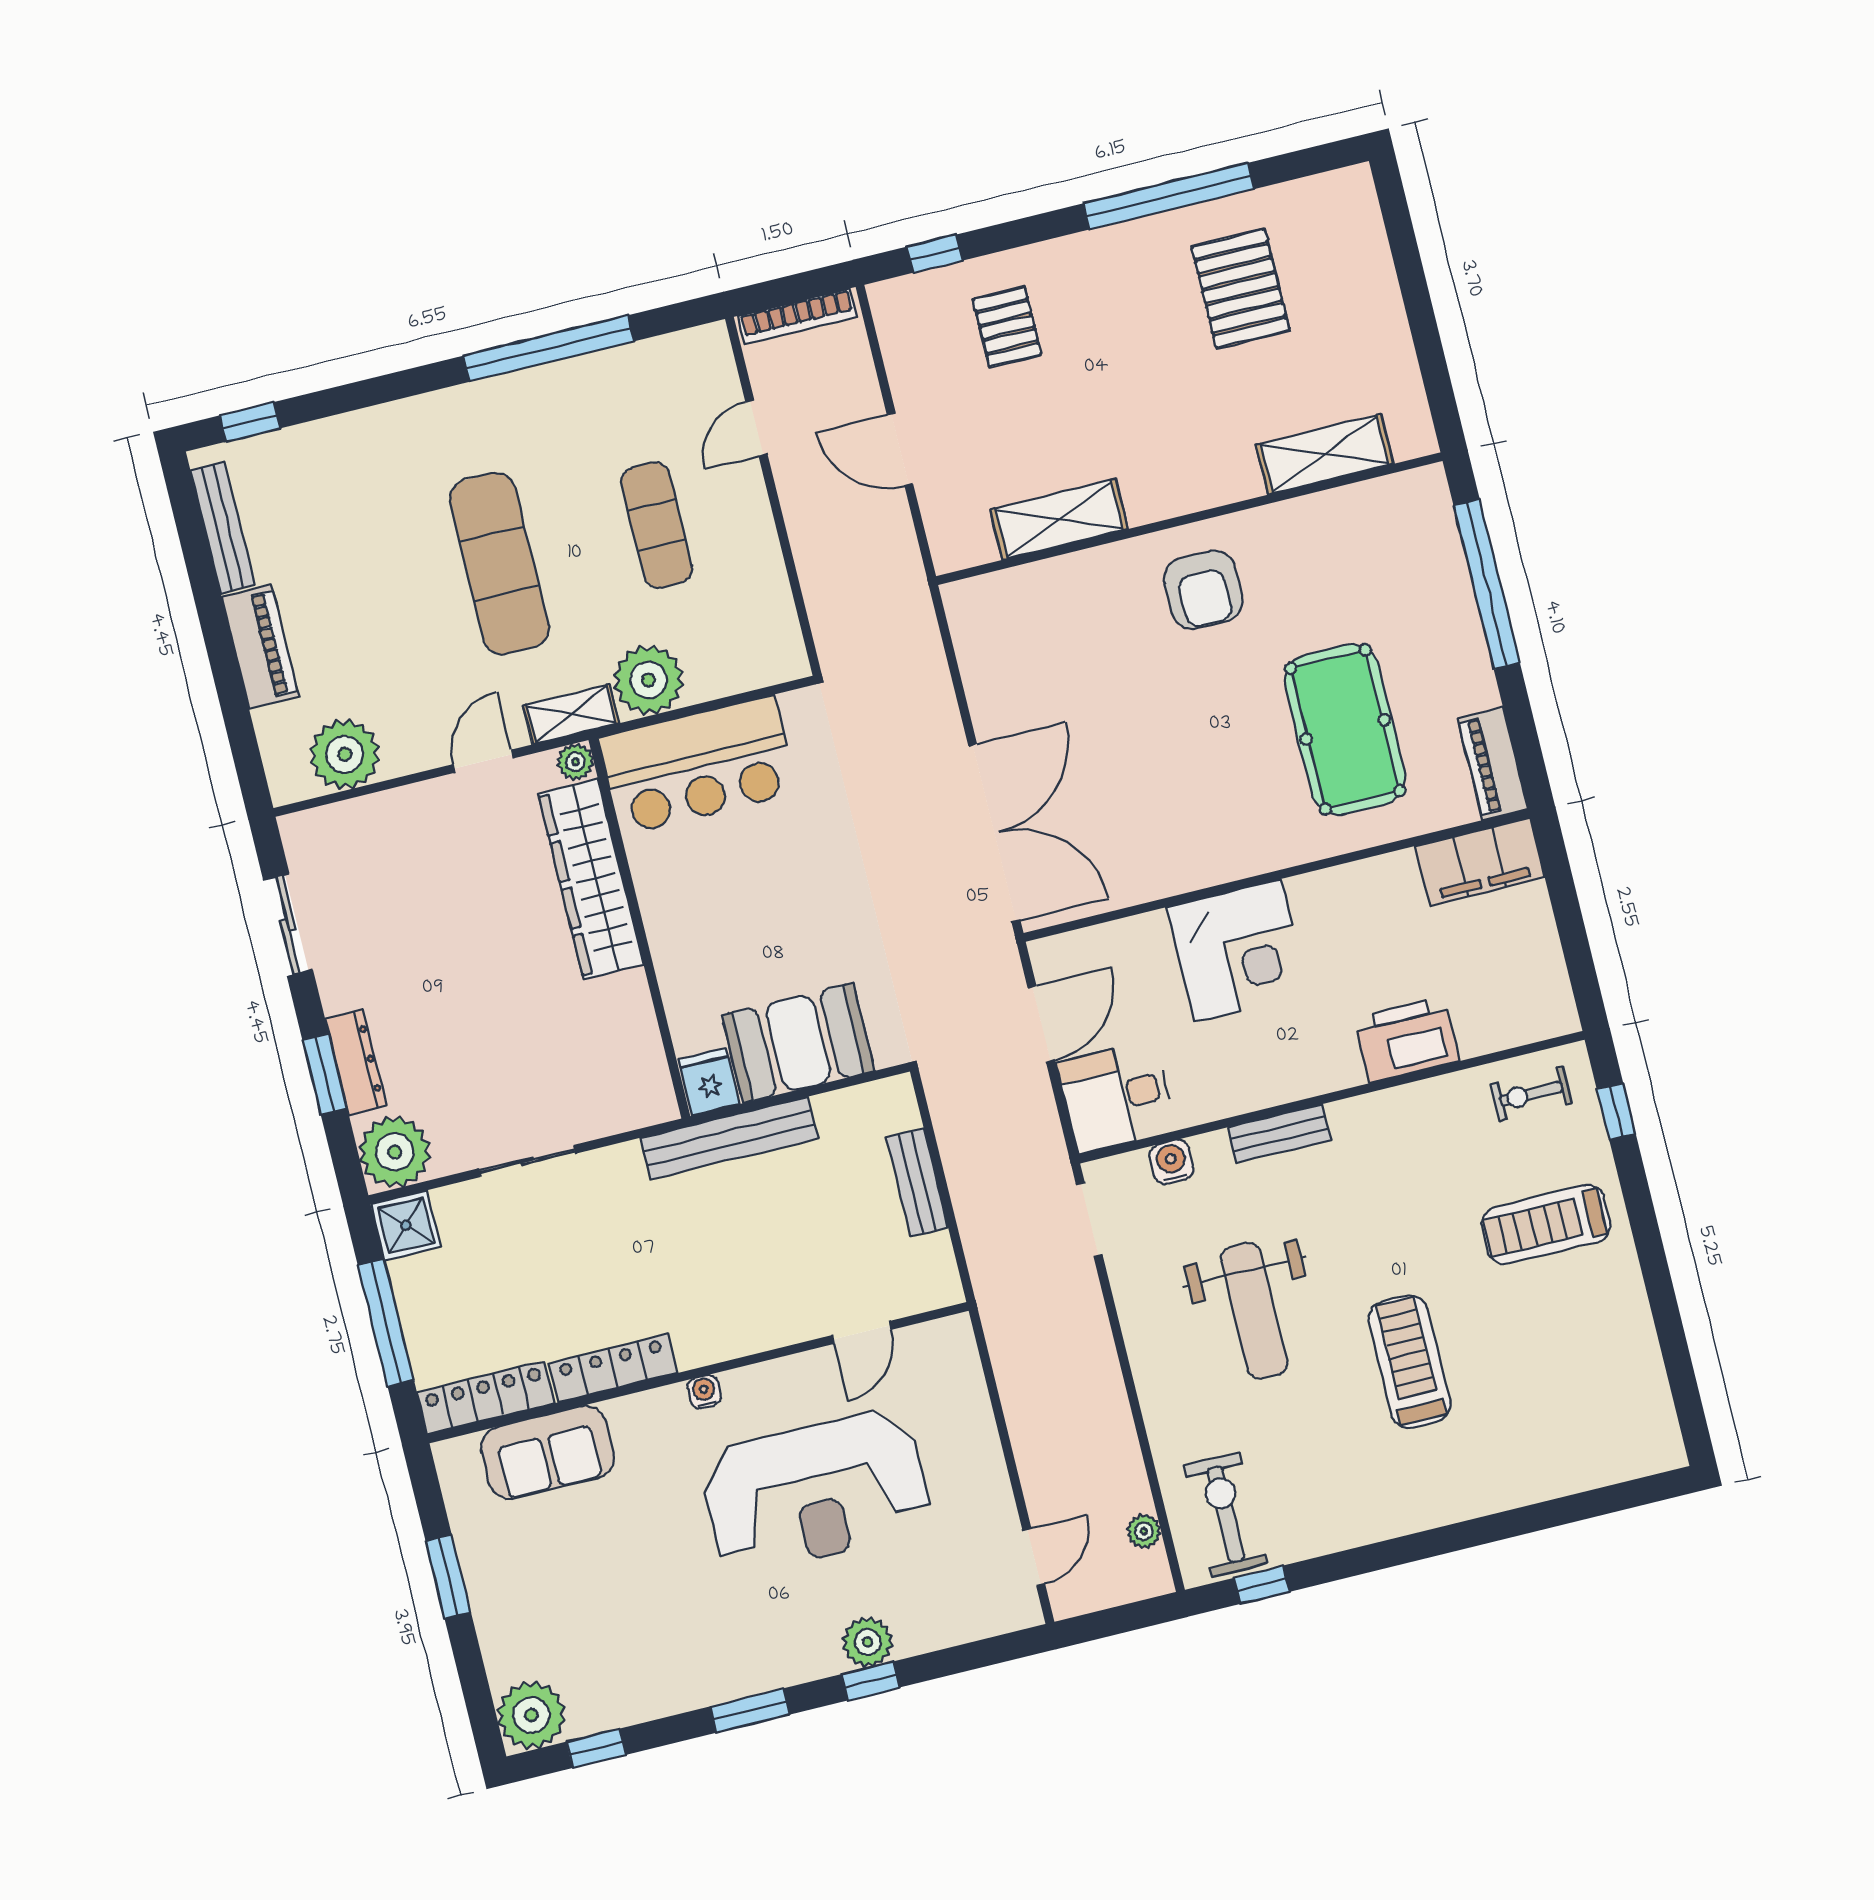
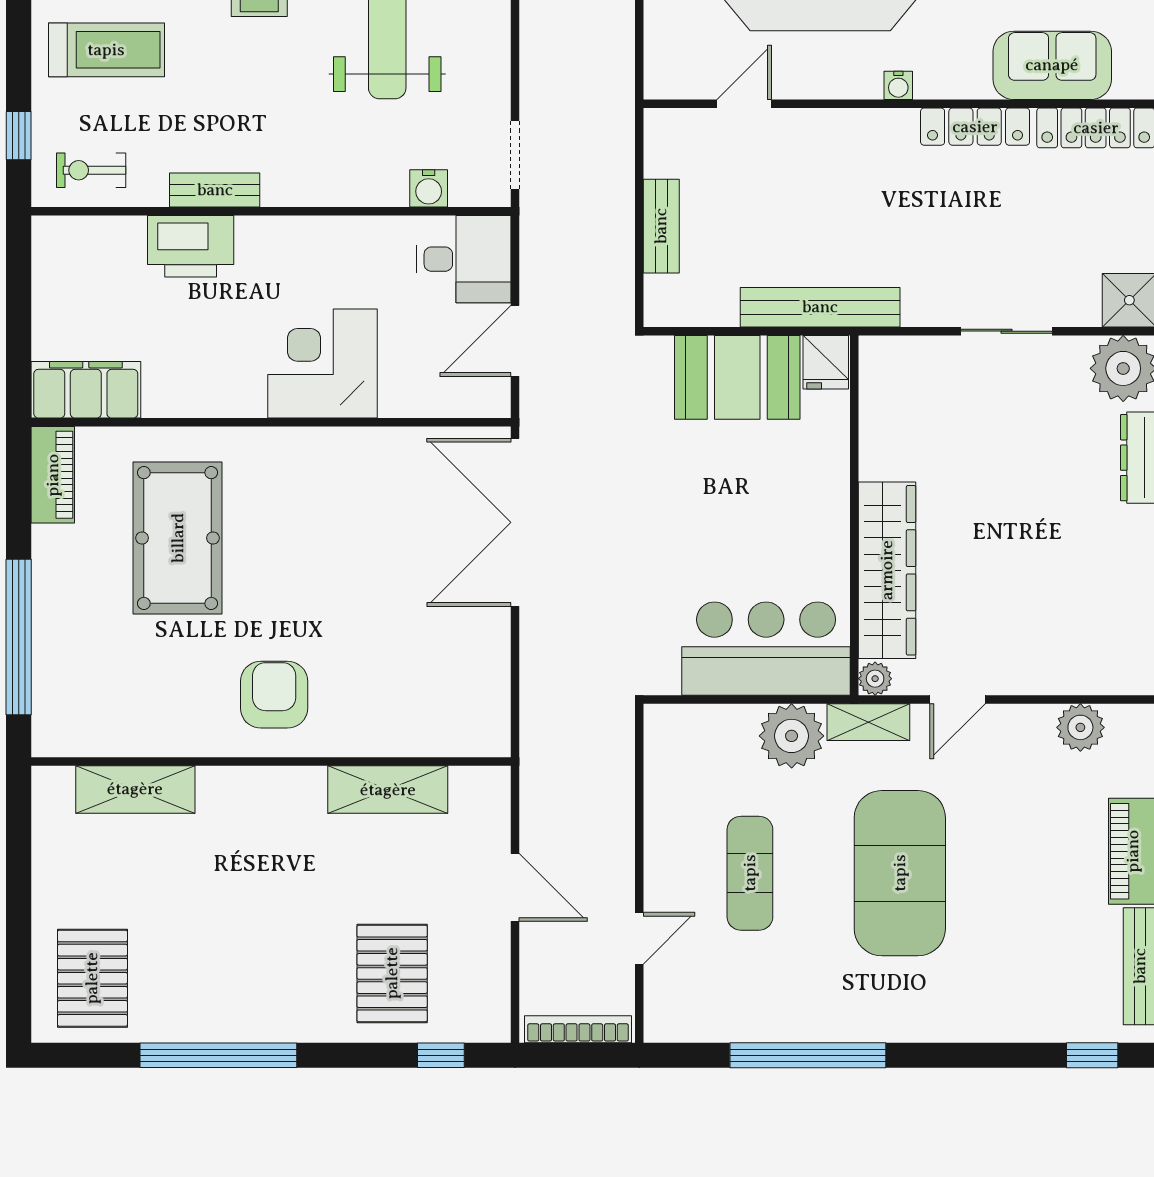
pallet: (1241, 288) -> (92, 978), moved
pallet: (1007, 327) -> (392, 973), width x1.50, depth x1.42
exercise mat: (499, 564) -> (900, 873), width x1.47
plant: (345, 754) -> (1080, 727), width x0.73, depth x0.73
exercise bike: (1531, 1094) -> (91, 170), turned 180
bench: (1279, 1134) -> (215, 190), moved

